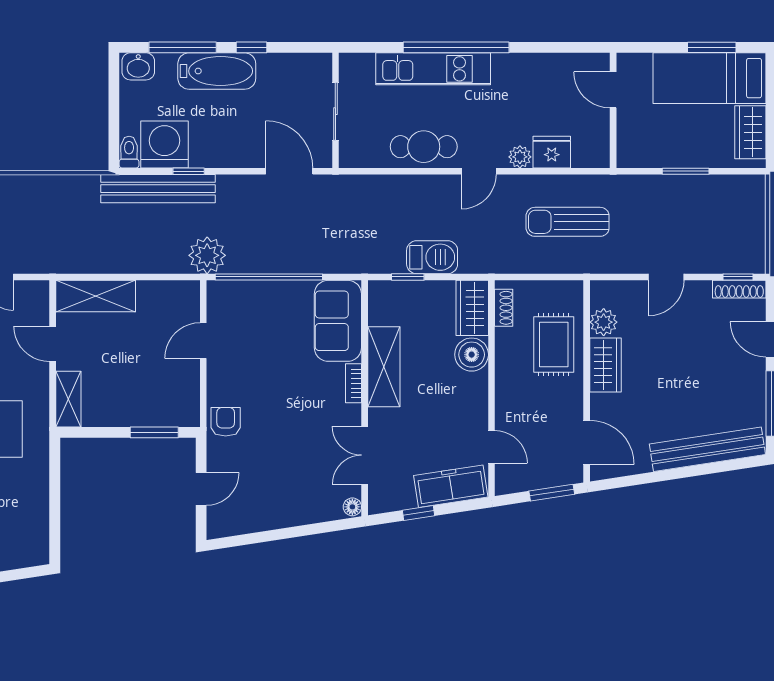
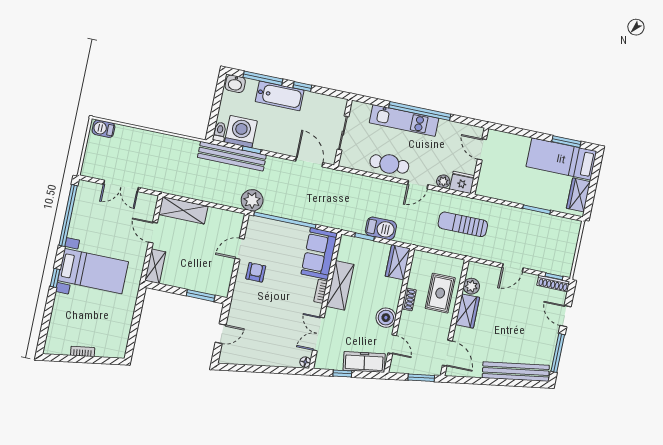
door: (613, 90) -> (482, 149), moved
wall: (613, 110) -> (480, 161), moved
shoe rack: (504, 308) -> (409, 299), moved
boiler: (472, 355) -> (386, 318), moved
armchair: (226, 422) -> (256, 272), moved

